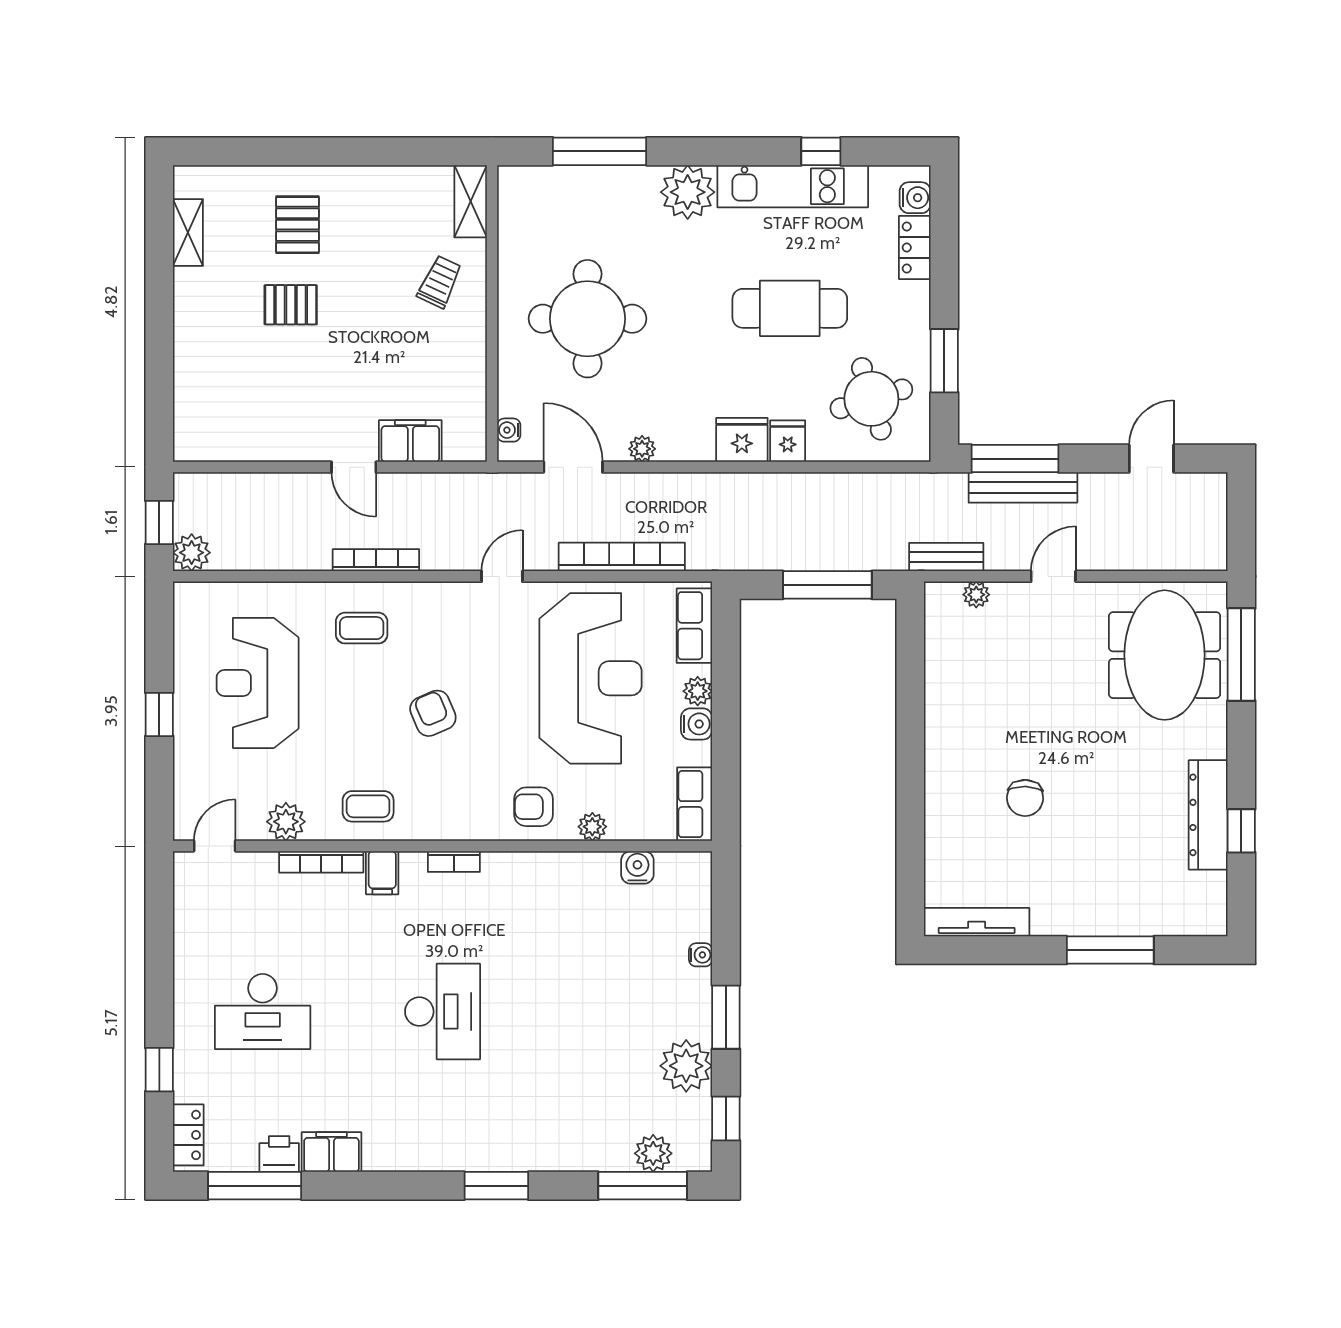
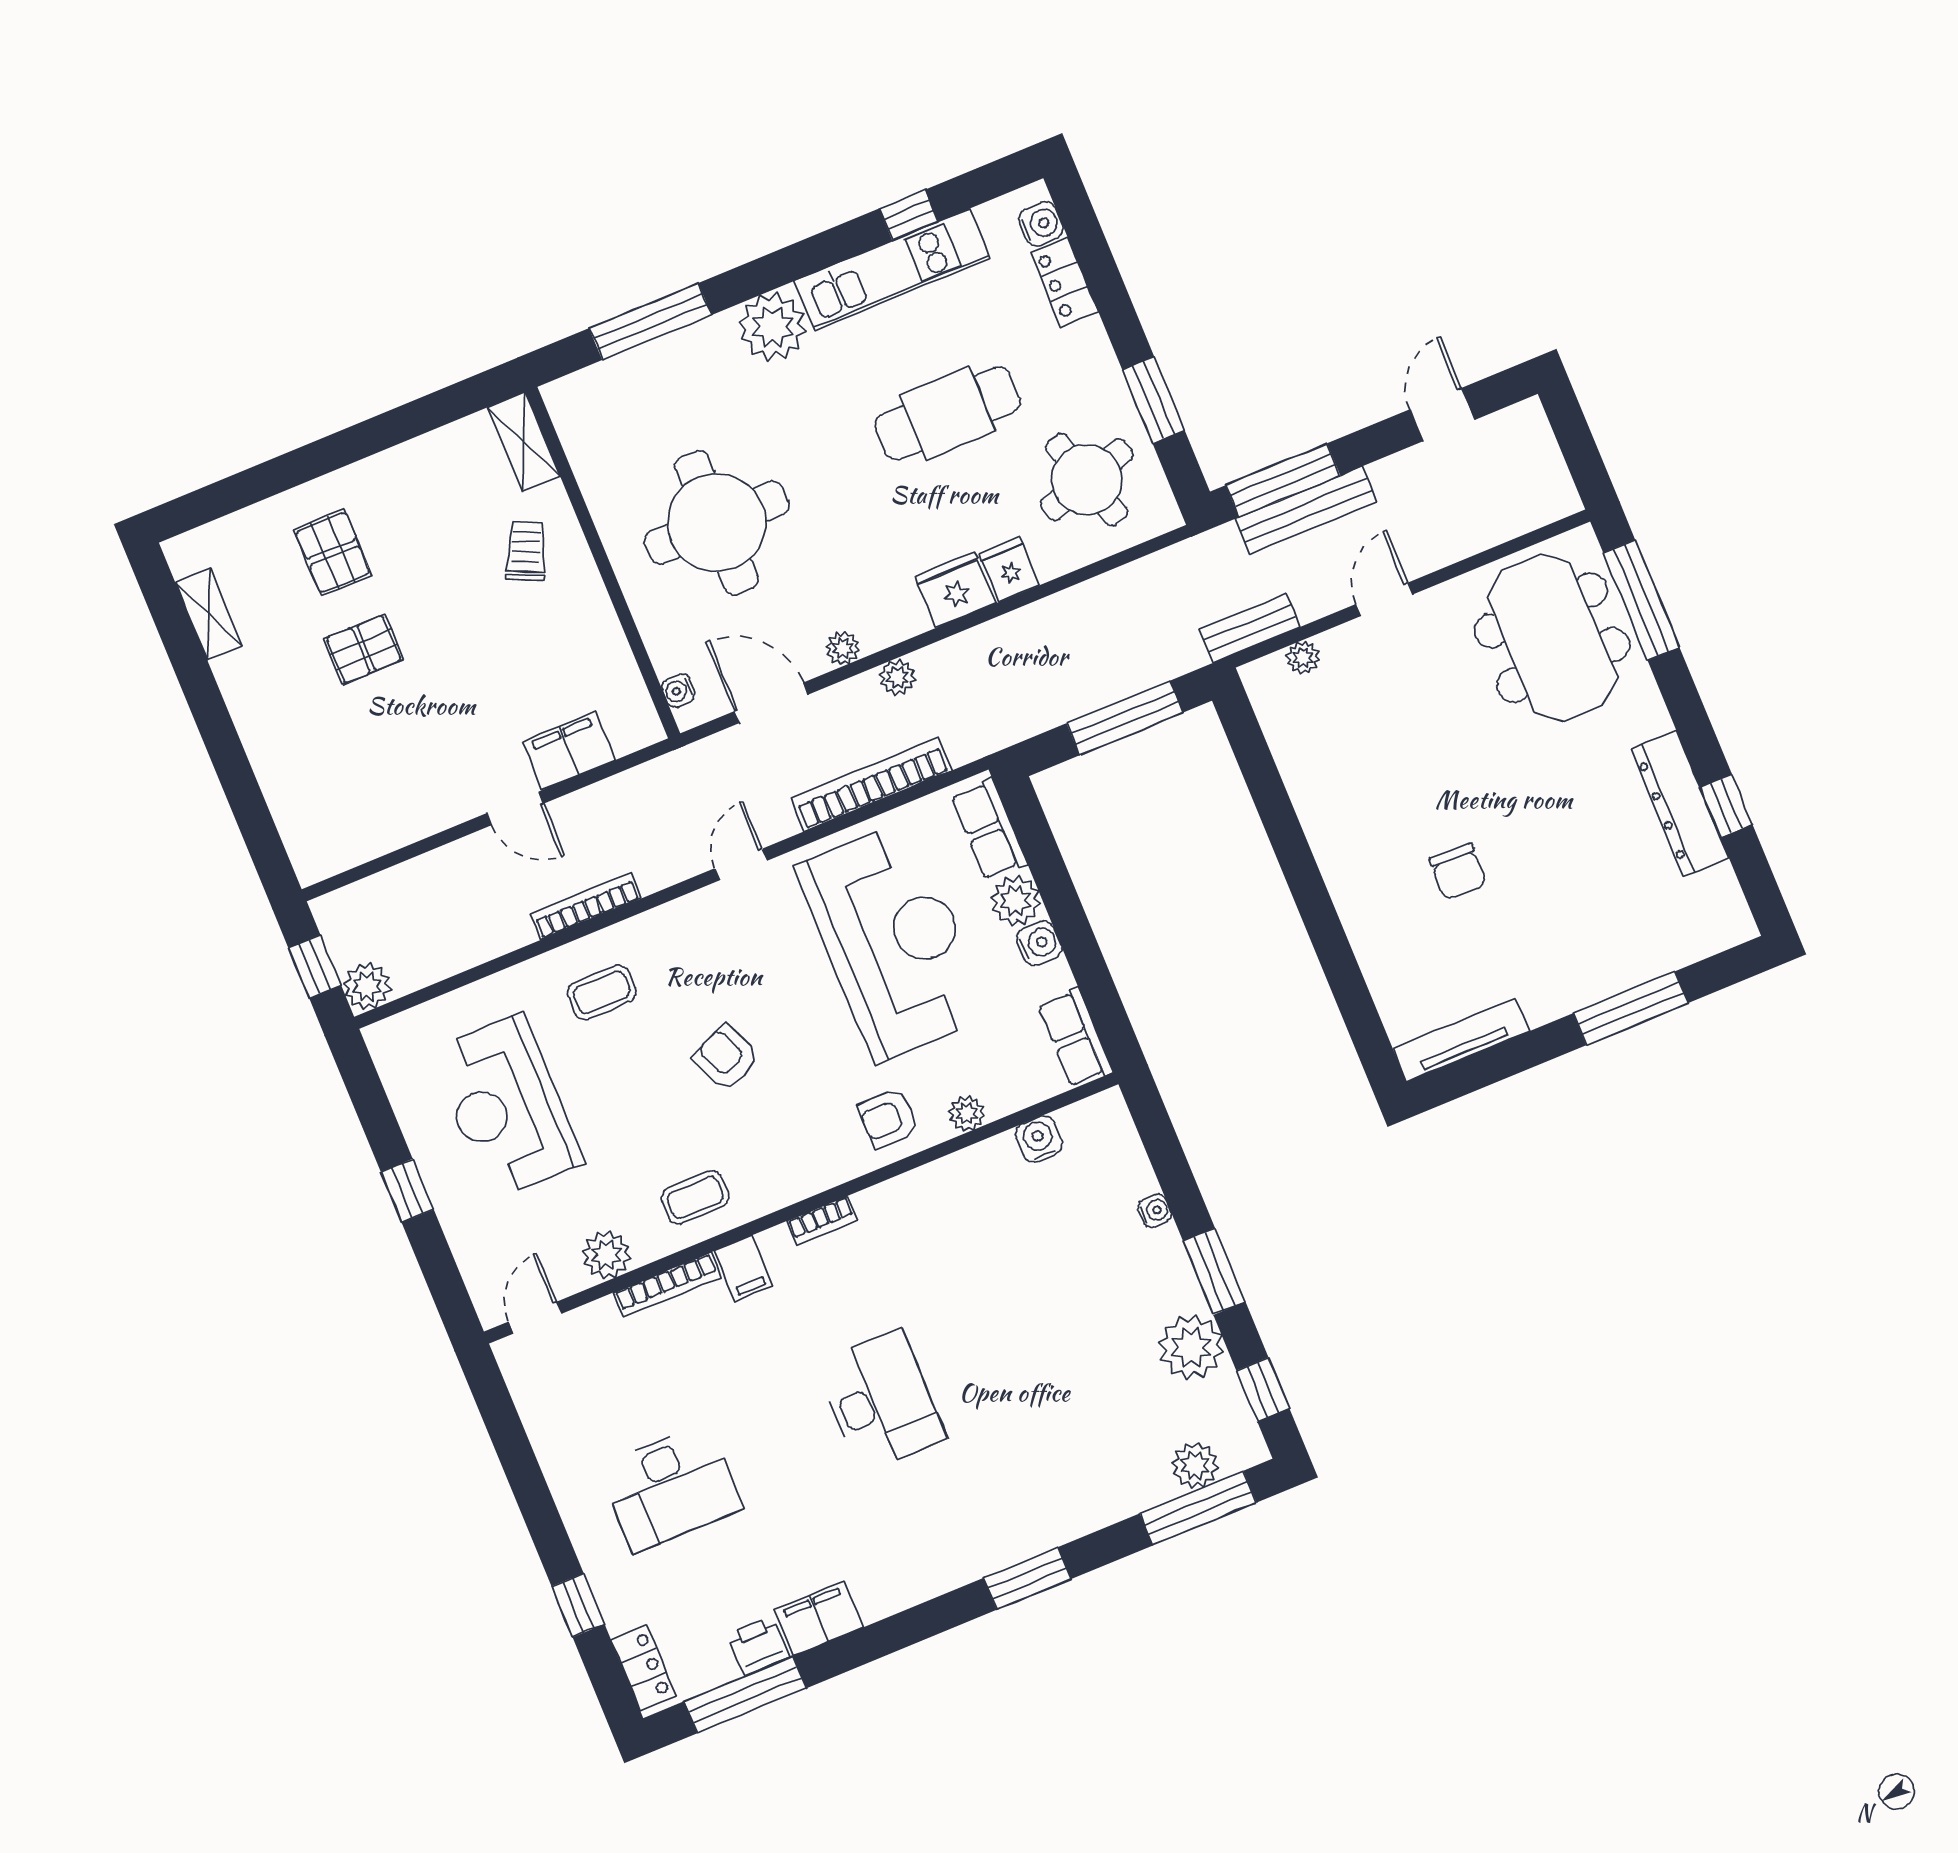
plant: (673, 486) -> (897, 677), added
plant: (698, 691) -> (1015, 901), width x1.38, depth x1.38

